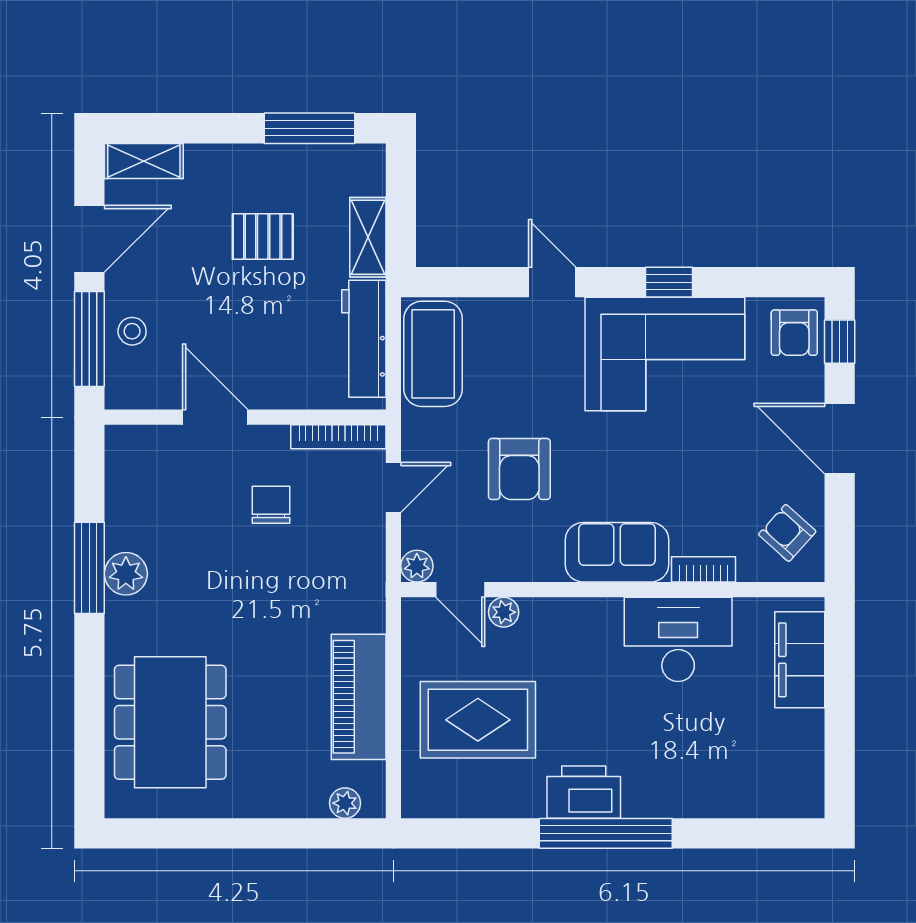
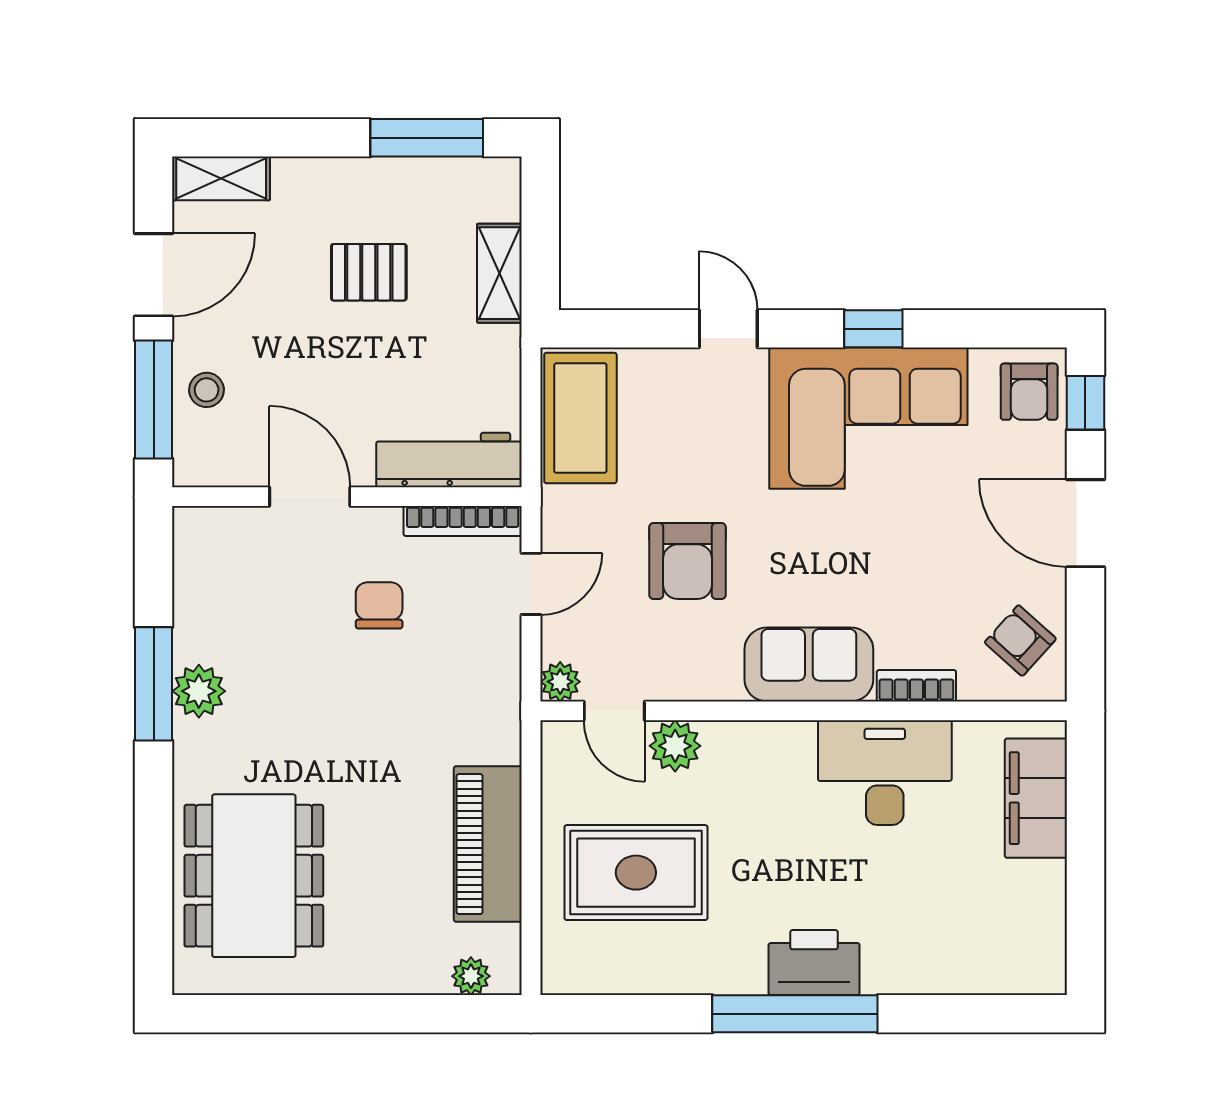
workbench: (364, 339) -> (449, 460), moved, turned 90
plant: (504, 612) -> (675, 746), width x1.38, depth x1.38
printer: (584, 792) -> (814, 963), moved

